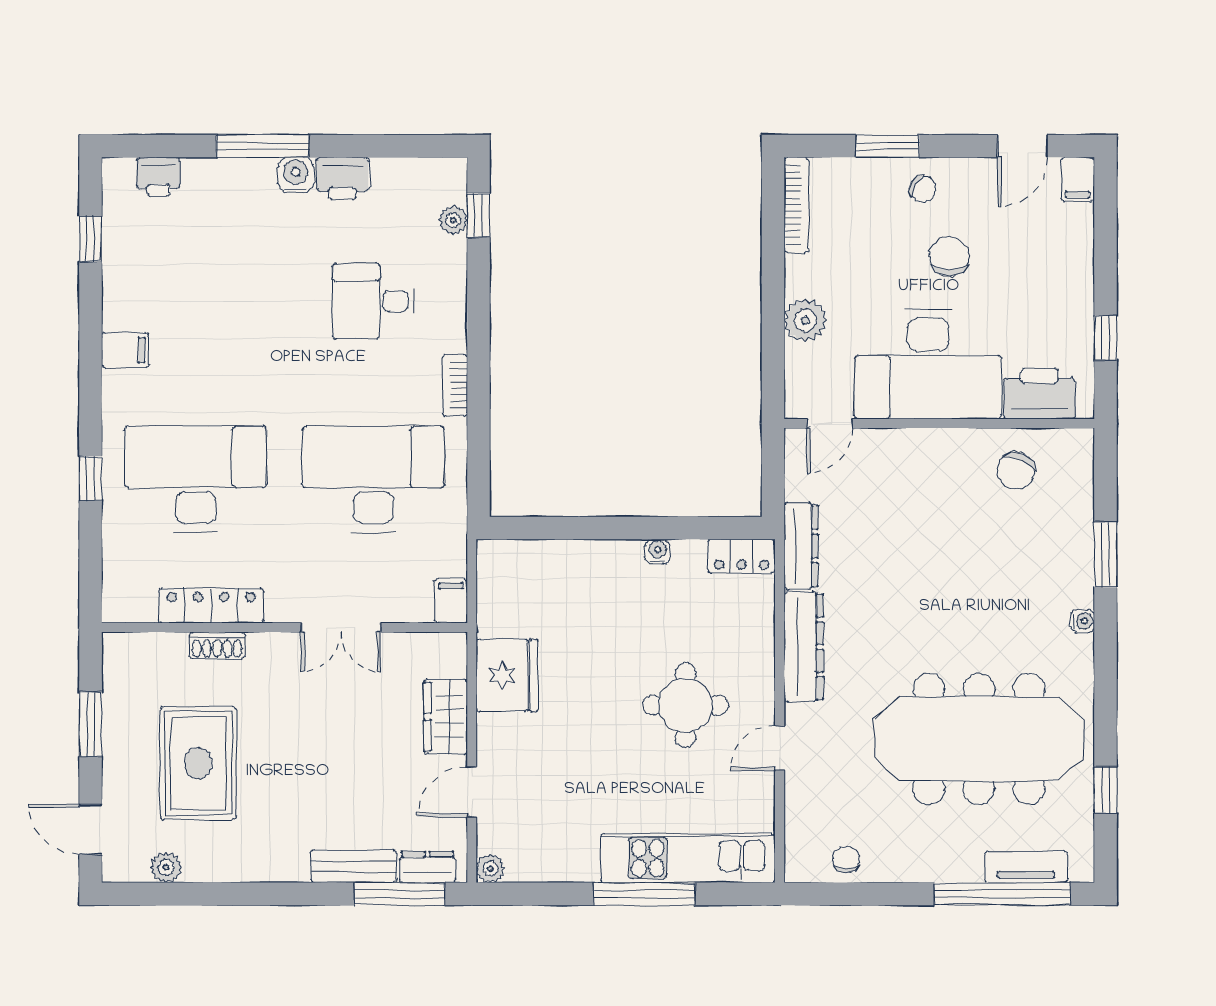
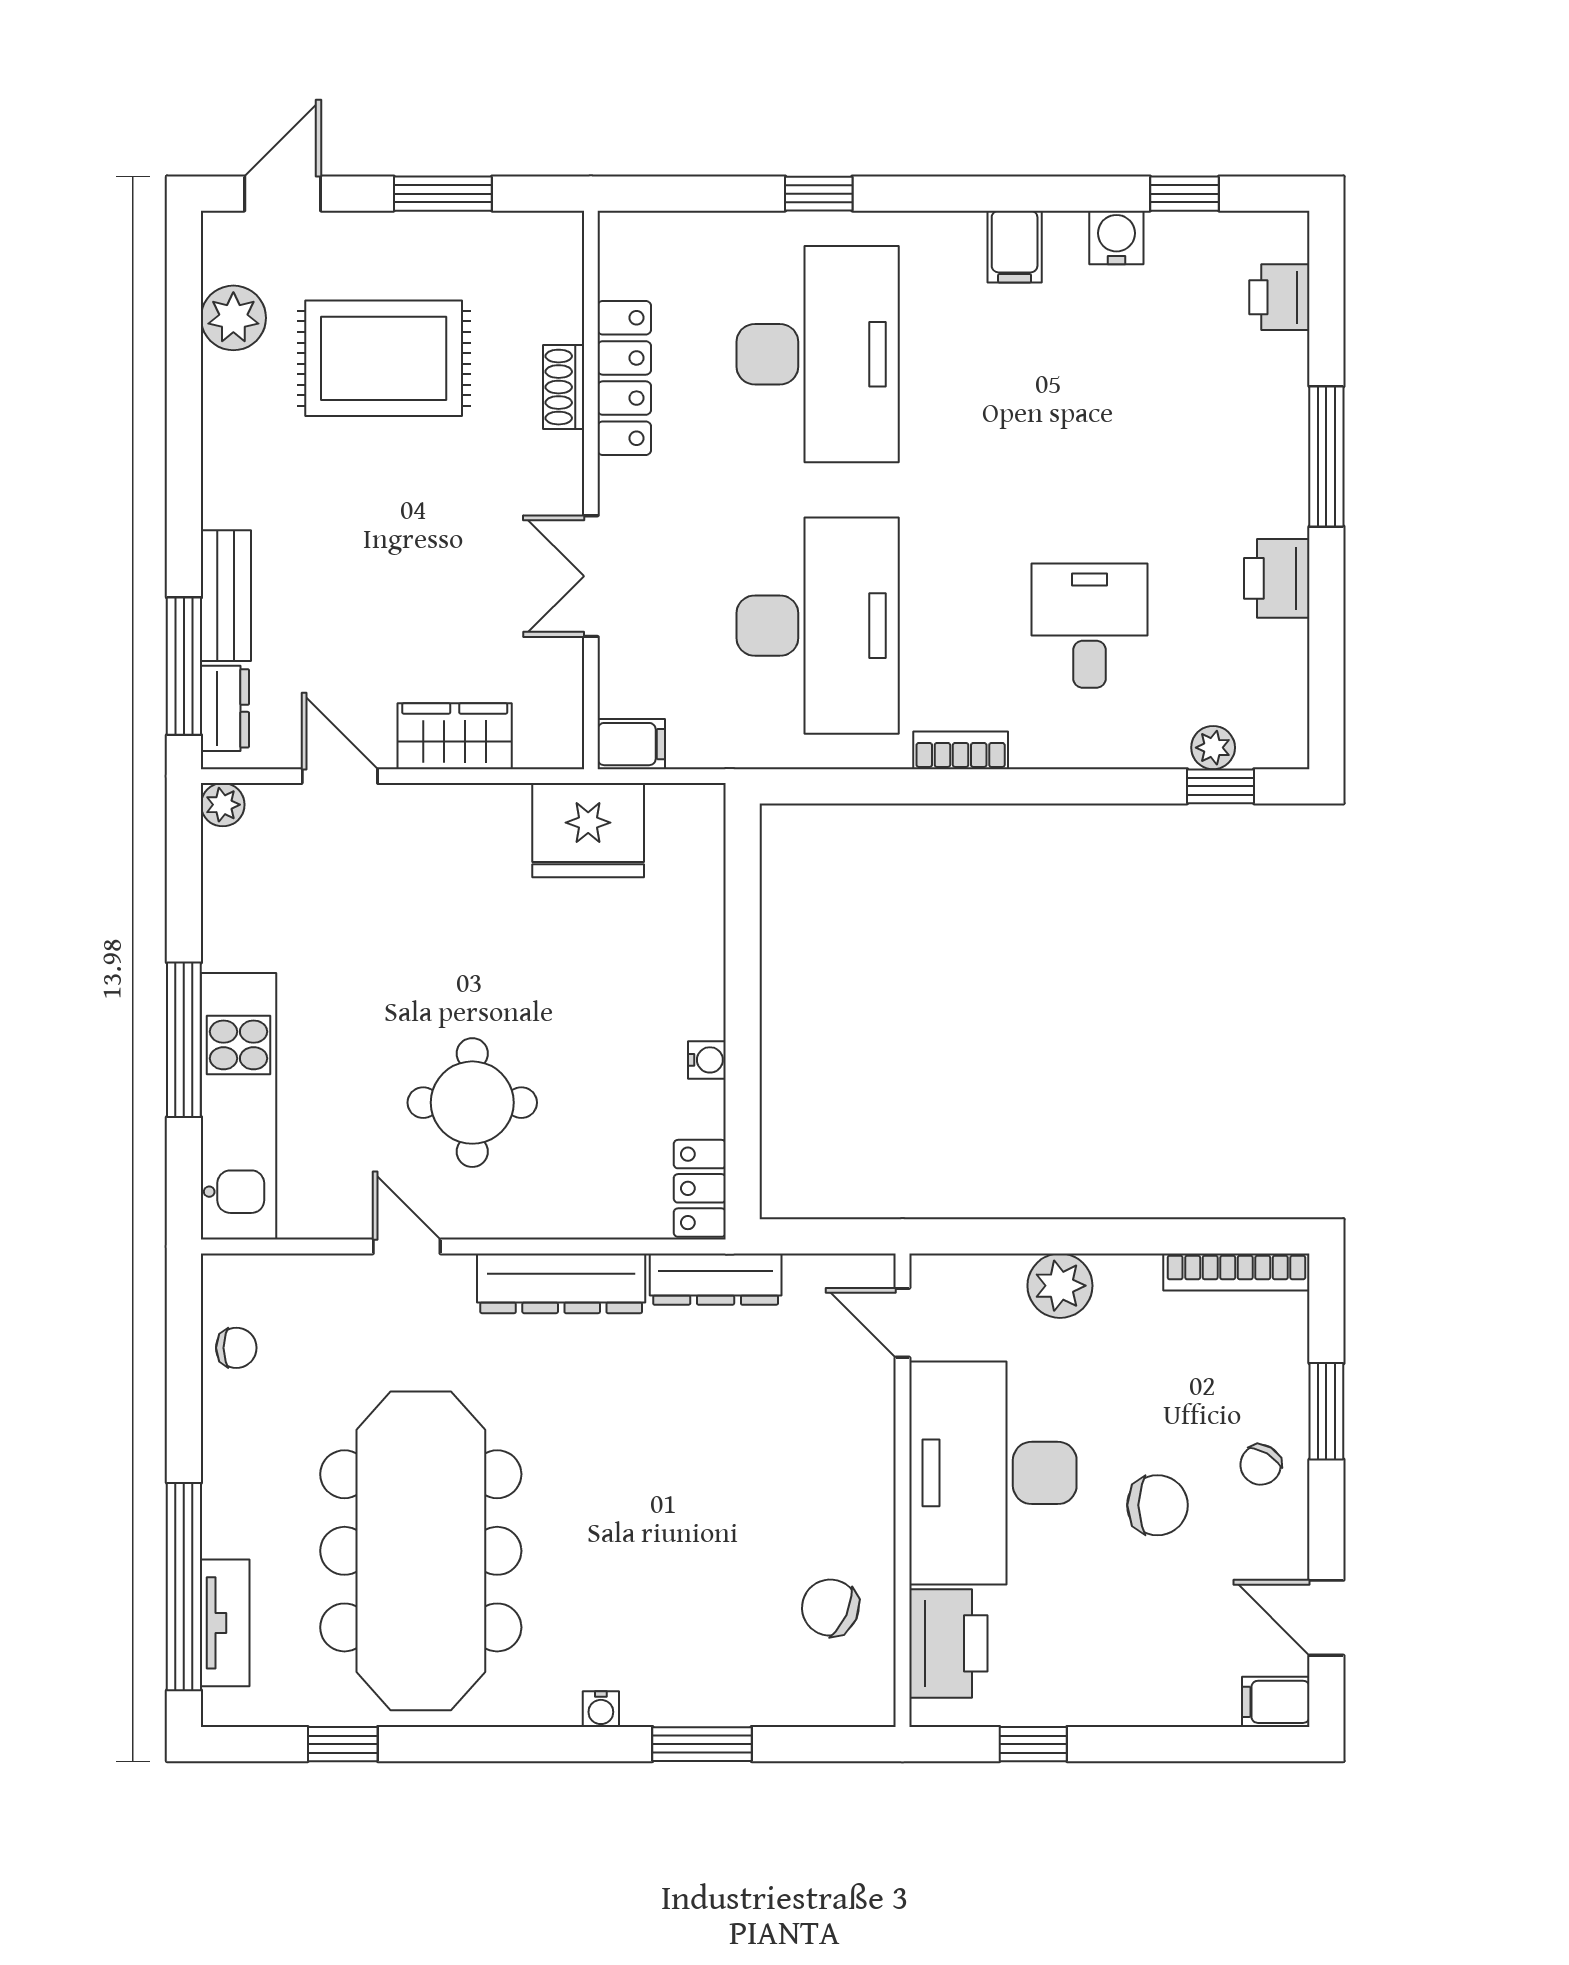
water cooler: (296, 175) -> (1116, 237), moved, turned -90
fridge: (507, 675) -> (588, 830), moved
plant: (166, 867) -> (233, 318), width x1.38, depth x1.38

